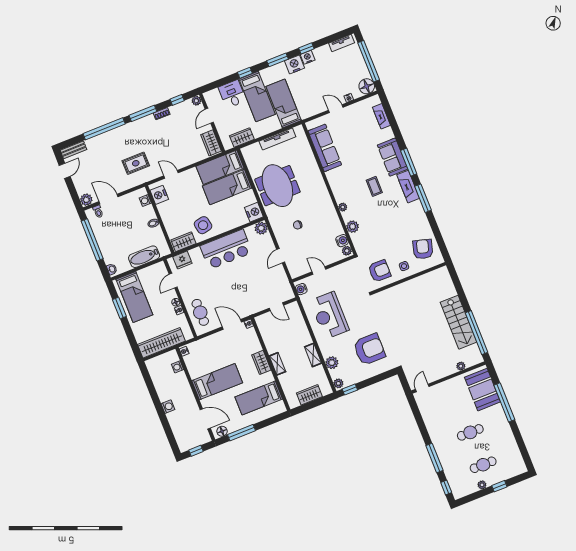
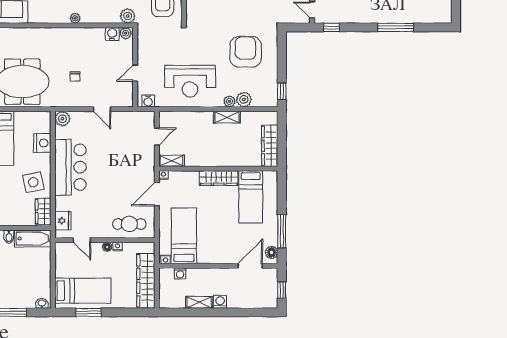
nightstand: (254, 212) -> (42, 143), moved, turned 90
plant: (353, 227) -> (128, 16), moved
bathtub: (144, 257) -> (33, 239), moved, turned -90
wardrobe: (261, 362) -> (219, 178), width x1.50
shelving: (277, 364) -> (172, 161), moved
bed: (217, 382) -> (184, 236), moved
plant: (338, 383) -> (229, 101), moved
shelving: (161, 391) -> (199, 302), added
wardrobe: (309, 395) -> (270, 146), width x1.50
window: (446, 488) -> (331, 27), moved

